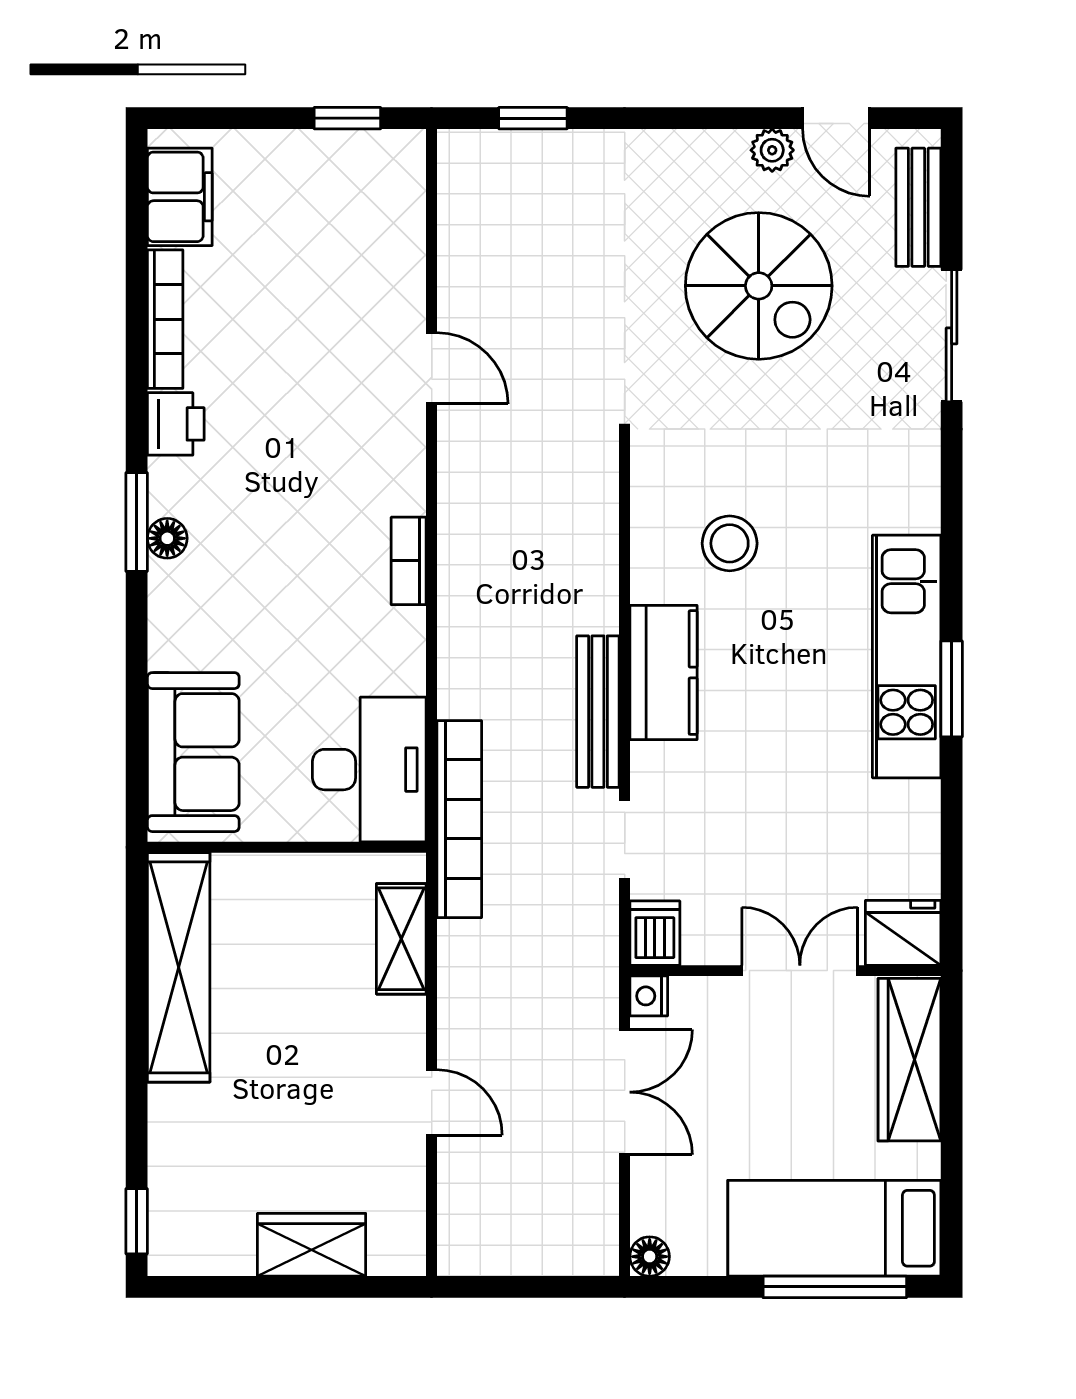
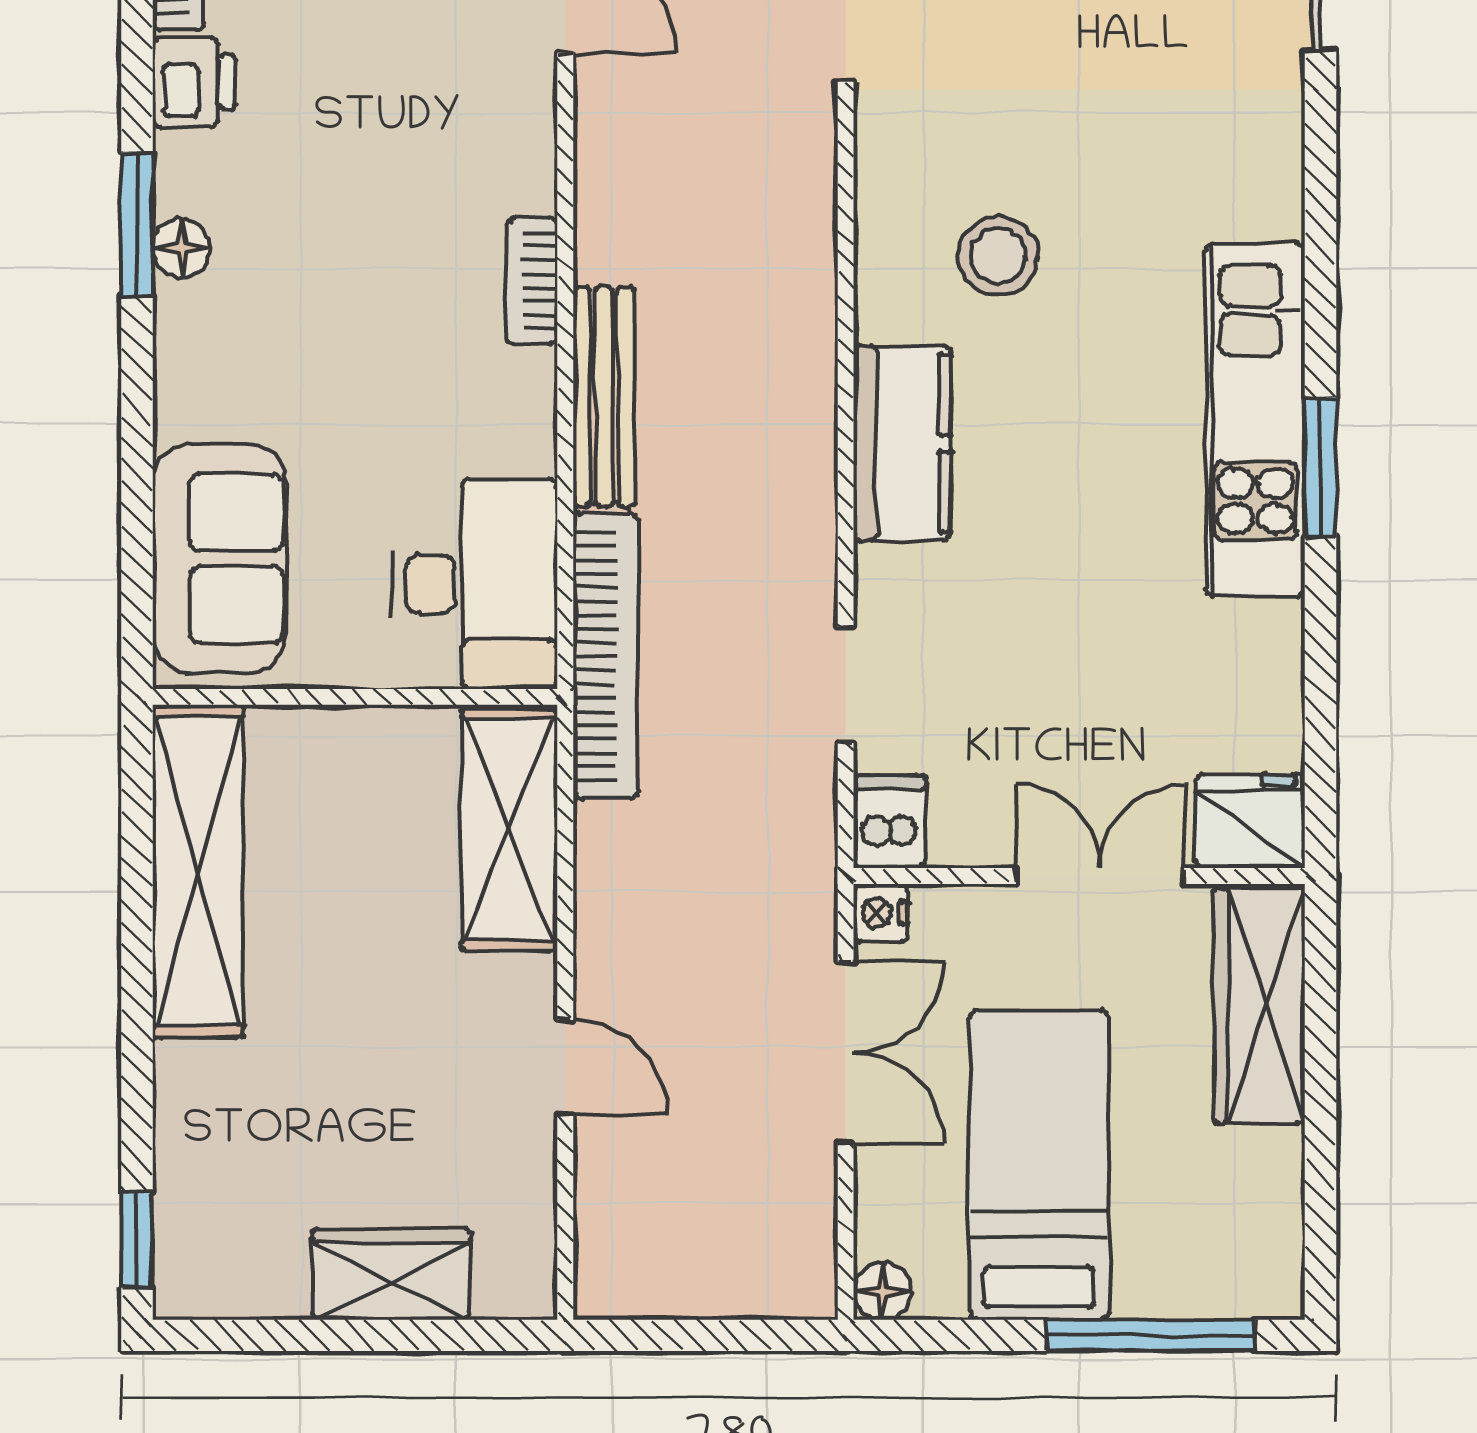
bench: (598, 712) -> (604, 397), moved
shelving: (401, 939) -> (509, 830), width x1.50, depth x1.33
bed: (834, 1228) -> (1039, 1165), moved, turned 90

